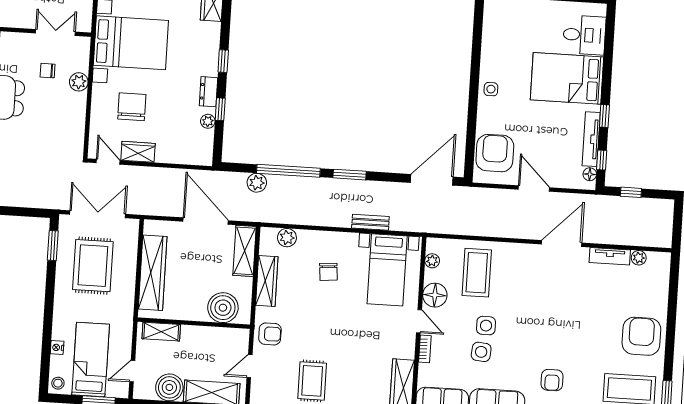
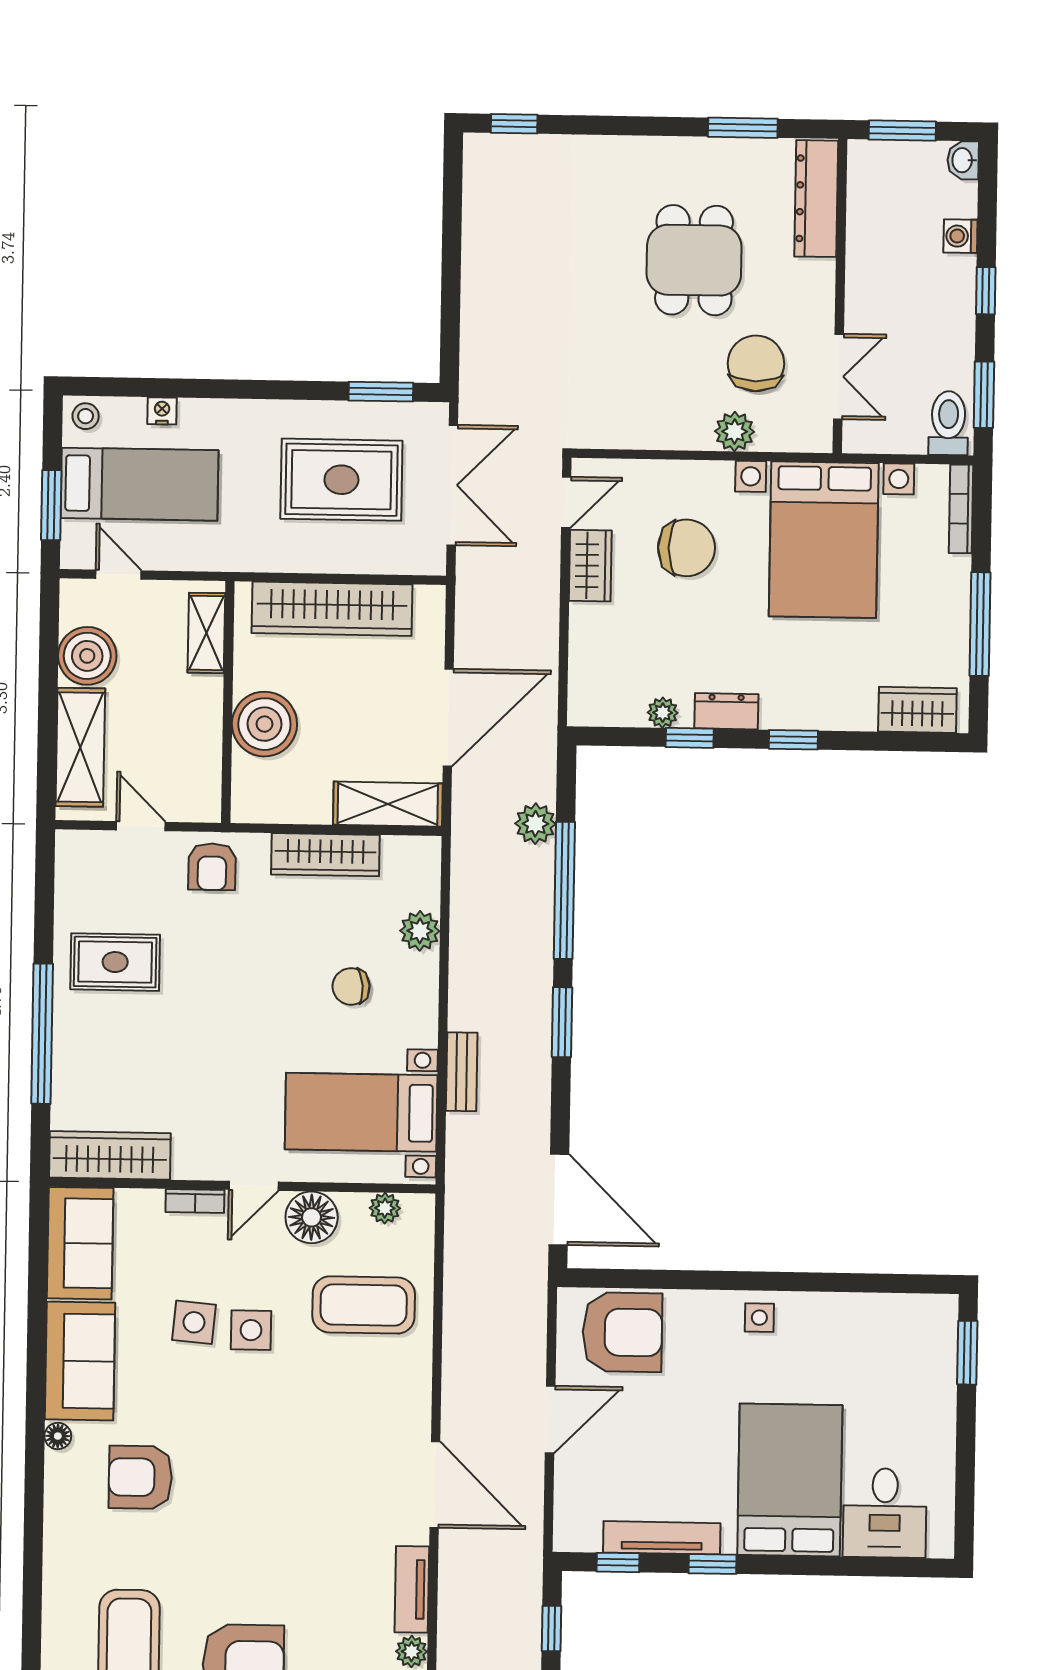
chair: (48, 71) -> (756, 363), width x1.87, depth x1.87
floor lamp: (590, 174) -> (586, 1538), removed
plant: (287, 238) -> (420, 931), moved
boiler: (223, 308) -> (264, 724), moved
armchair: (552, 380) -> (140, 1477), width x1.38, depth x1.38

